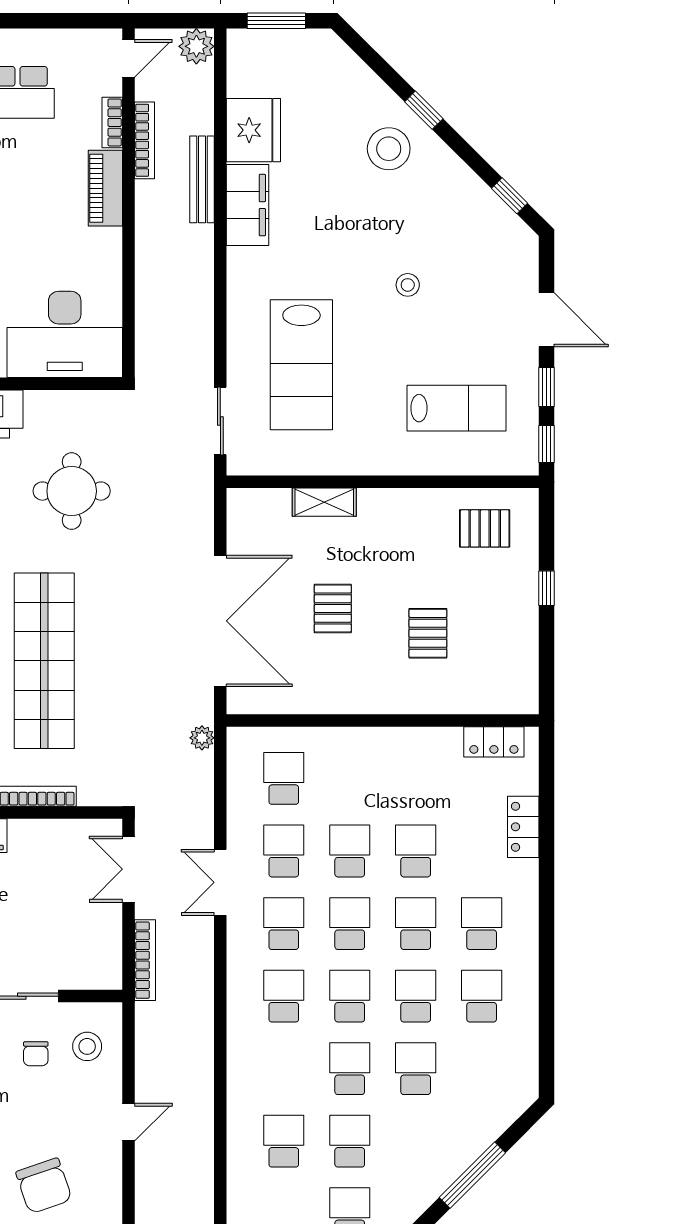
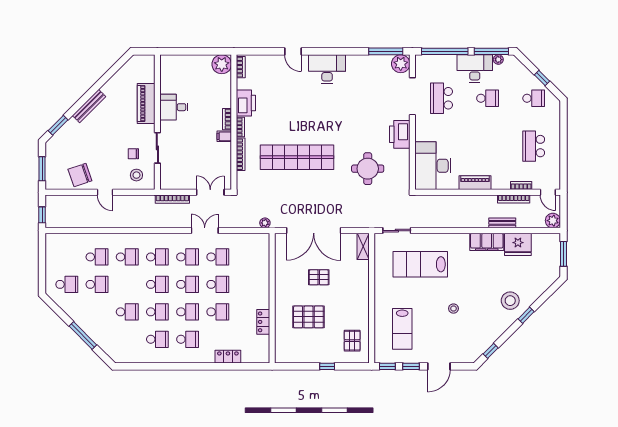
bench: (202, 179) -> (502, 223), width x0.73
piano: (105, 188) -> (475, 183), moved
shelving: (324, 502) -> (363, 246), moved
pallet: (428, 633) -> (308, 317), width x1.50, depth x1.42
locker: (494, 742) -> (263, 322), moved
school desk: (284, 778) -> (248, 257), removed
school desk: (350, 1069) -> (127, 257), moved
chair: (44, 1186) -> (80, 175), moved

